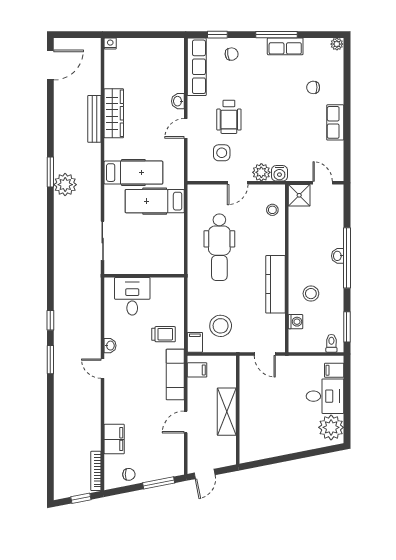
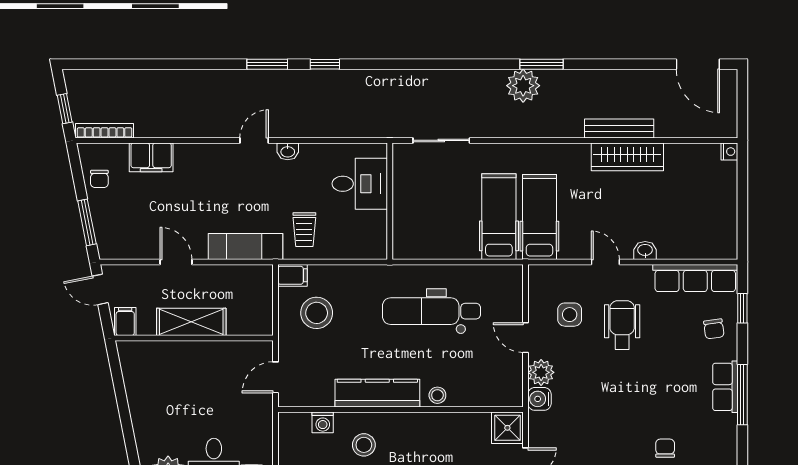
row of seats: (285, 46) -> (725, 387), moved
wheelchair: (229, 117) -> (622, 325), turned 90
hospital bed: (133, 173) -> (539, 217), moved, turned 180
stool: (272, 210) -> (437, 395), moved
filing cabinet: (197, 370) -> (125, 322), moved, turned 180

